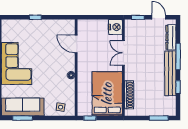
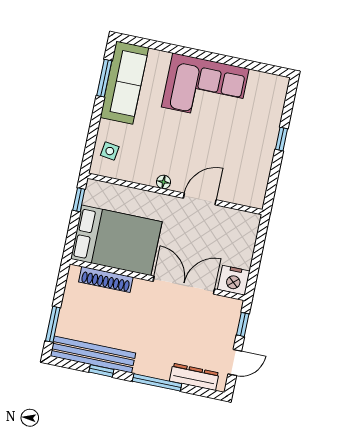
door: (76, 44) -> (200, 199), moved
double door: (123, 53) -> (184, 285), width x1.37
bench: (170, 73) -> (93, 355), moved

